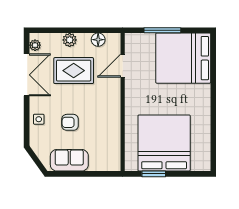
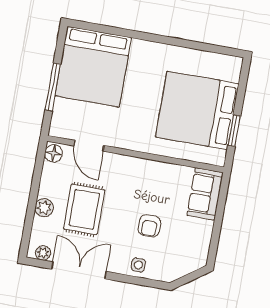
floor lamp: (98, 40) -> (53, 153), moved
sofa: (69, 160) -> (205, 194), moved

